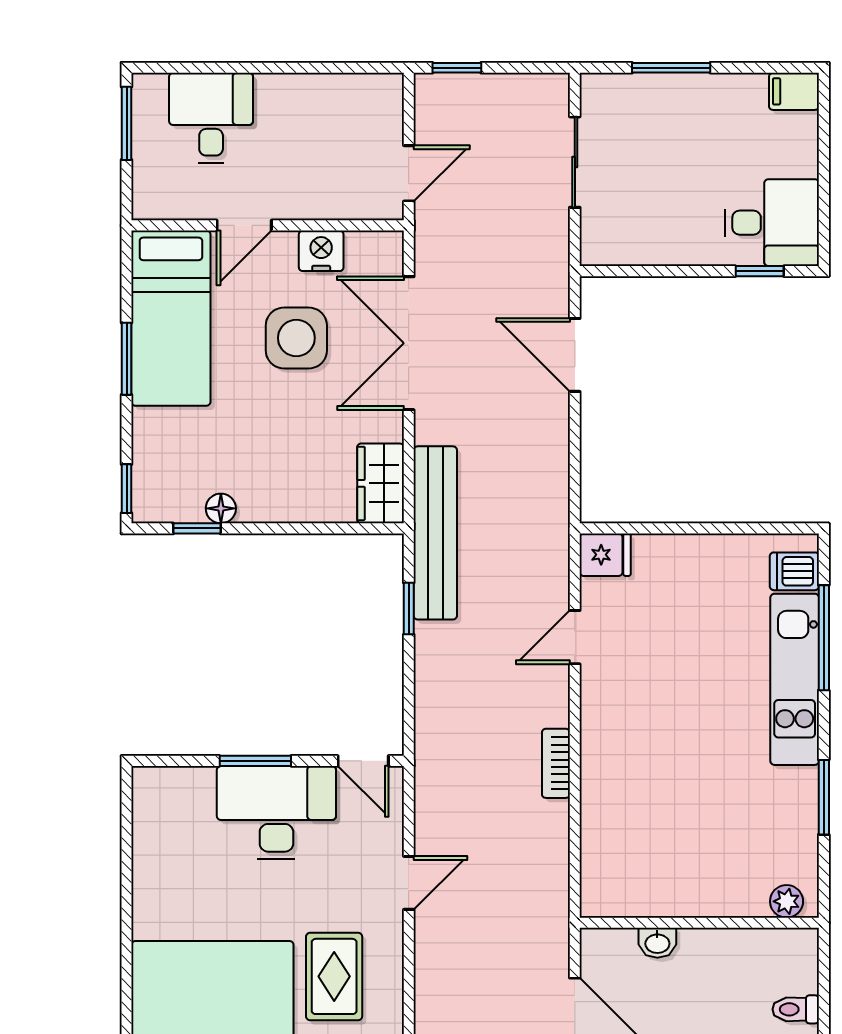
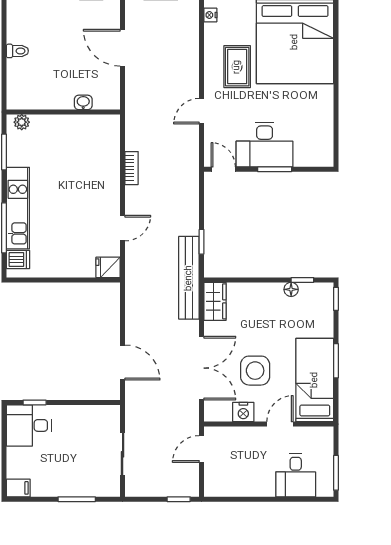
plant: (787, 901) -> (22, 122), moved
wall: (699, 923) -> (63, 112), moved
washbasin: (657, 943) -> (83, 102), moved

